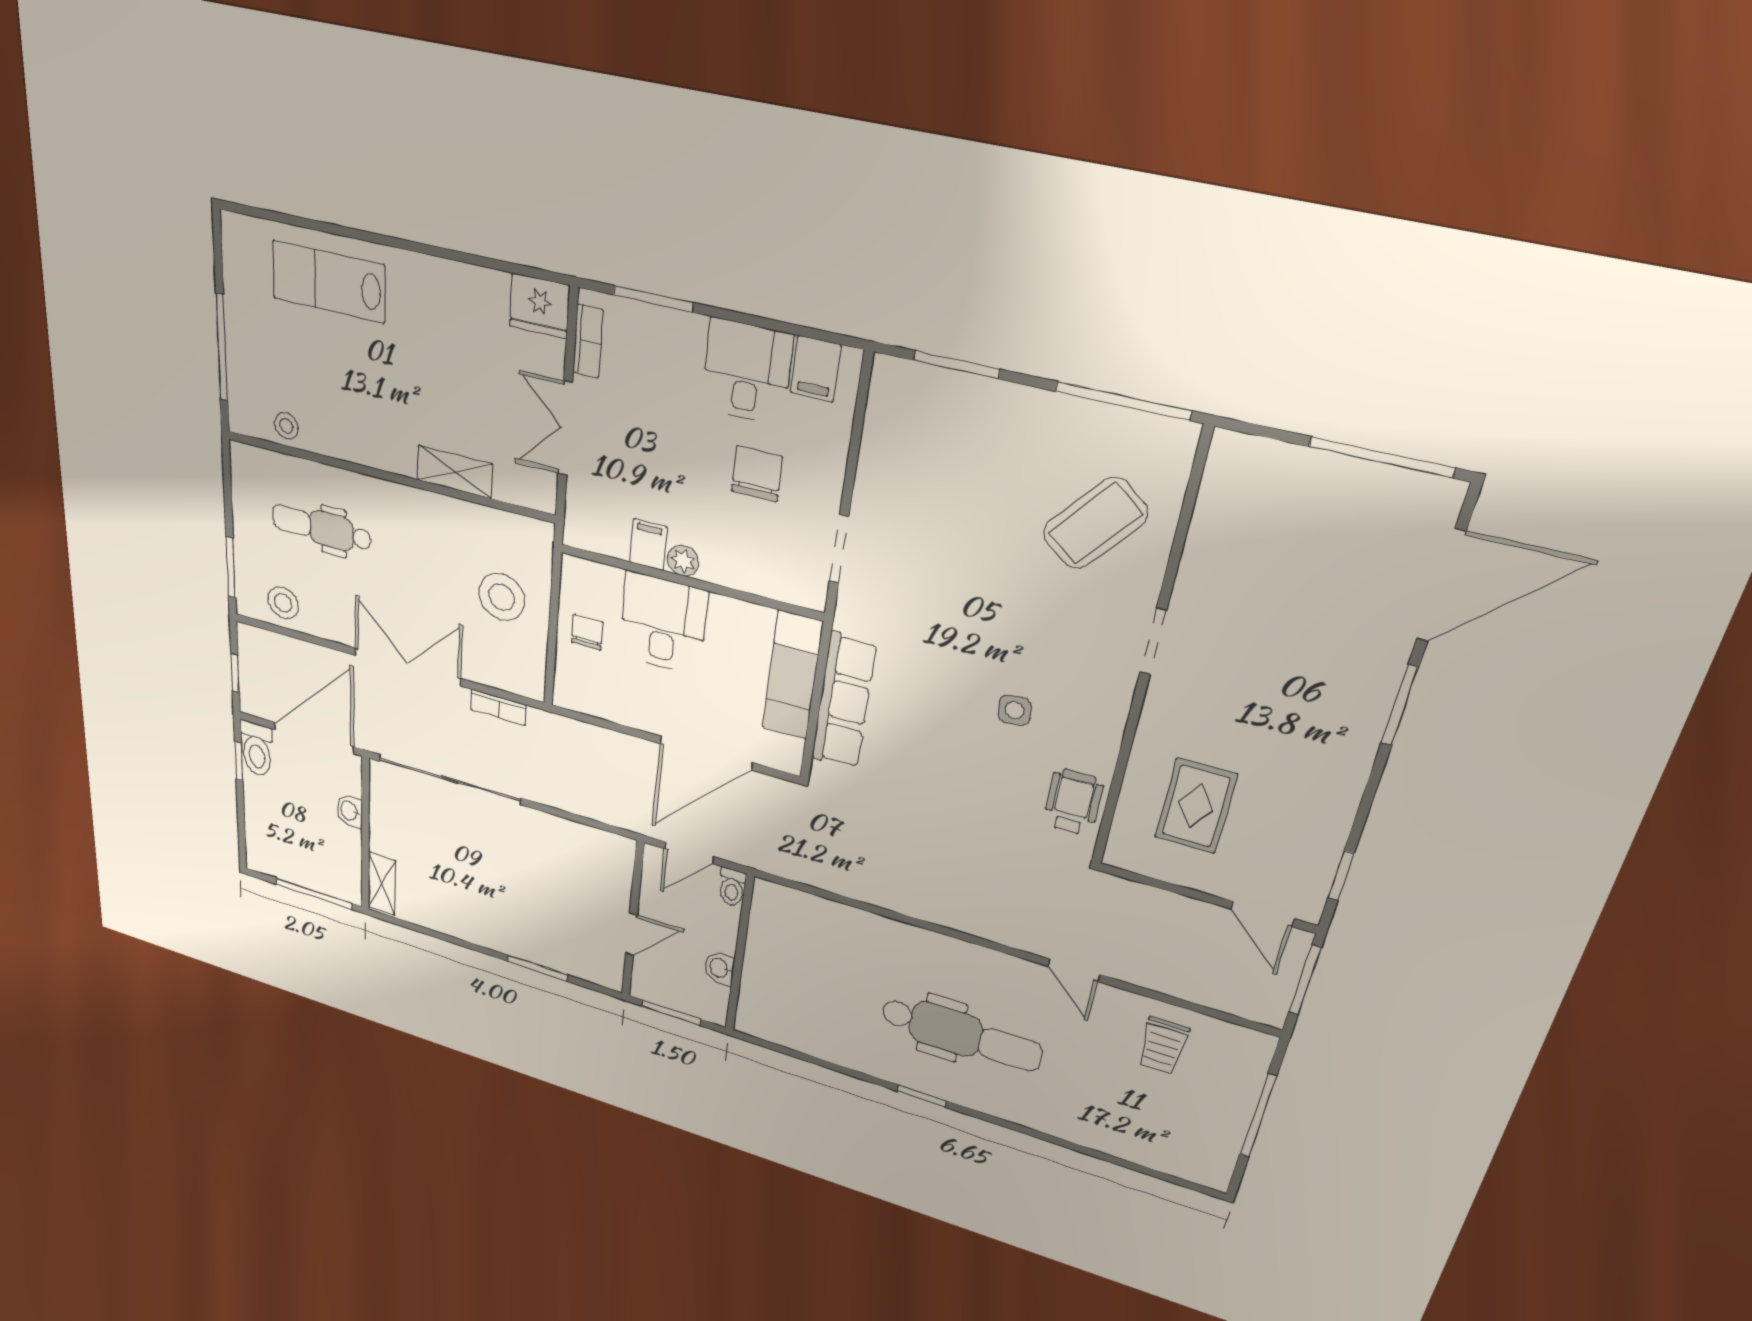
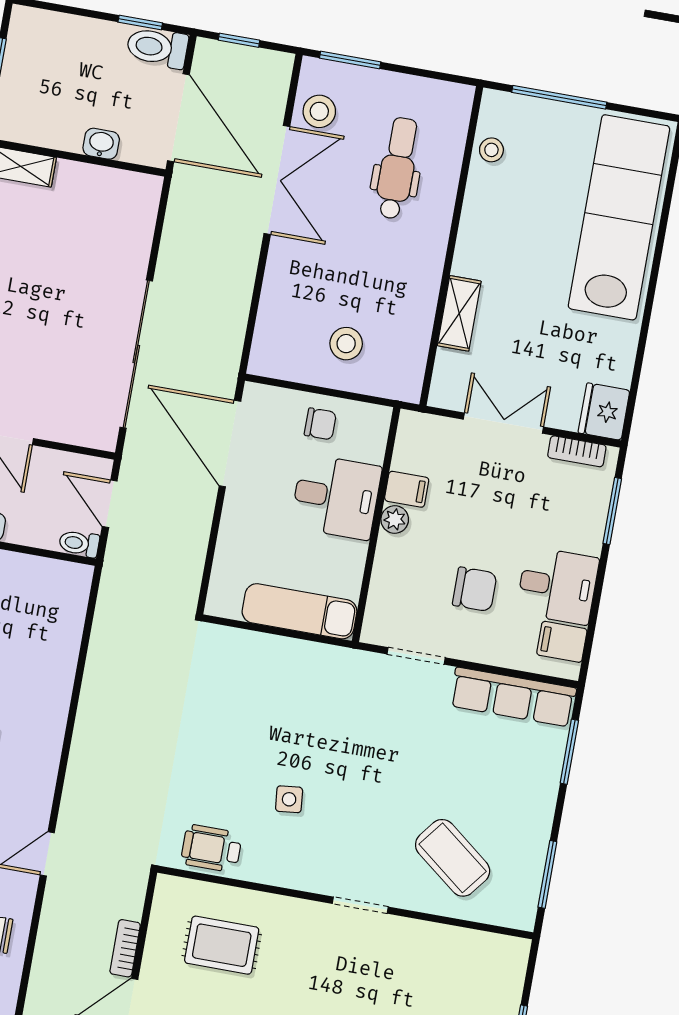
lab bench: (329, 282) -> (619, 217), width x1.86, depth x1.39
window: (1123, 401) -> (547, 874), width x0.69
stool: (502, 597) -> (346, 344), width x0.73, depth x0.73
double door: (408, 667) -> (277, 180), moved
row of seats: (844, 701) -> (513, 697), moved
bookcase: (498, 707) -> (125, 948), moved
door: (706, 753) -> (230, 444), moved
sliding door: (449, 779) -> (136, 354), moved
wheelchair: (1073, 802) -> (211, 848), turned 180

